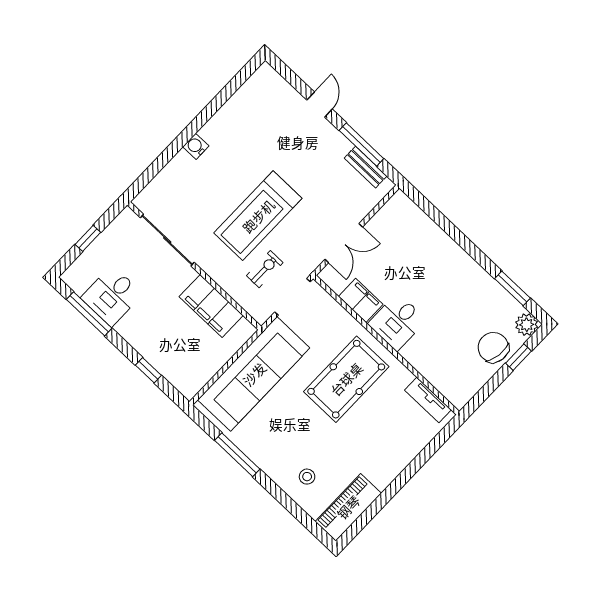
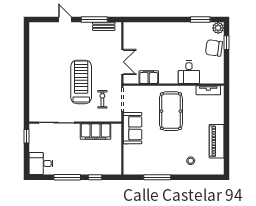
water cooler: (196, 146) -> (34, 78), removed
treadmill: (258, 216) -> (81, 82), turned 180
window: (88, 238) -> (27, 136), moved
desk: (112, 296) -> (41, 163), moved, turned 90
window: (89, 314) -> (67, 177), moved
desk: (397, 322) -> (189, 72), moved
sofa: (254, 374) -> (133, 128), width x0.54, depth x0.79
piano: (348, 507) -> (217, 141), moved

